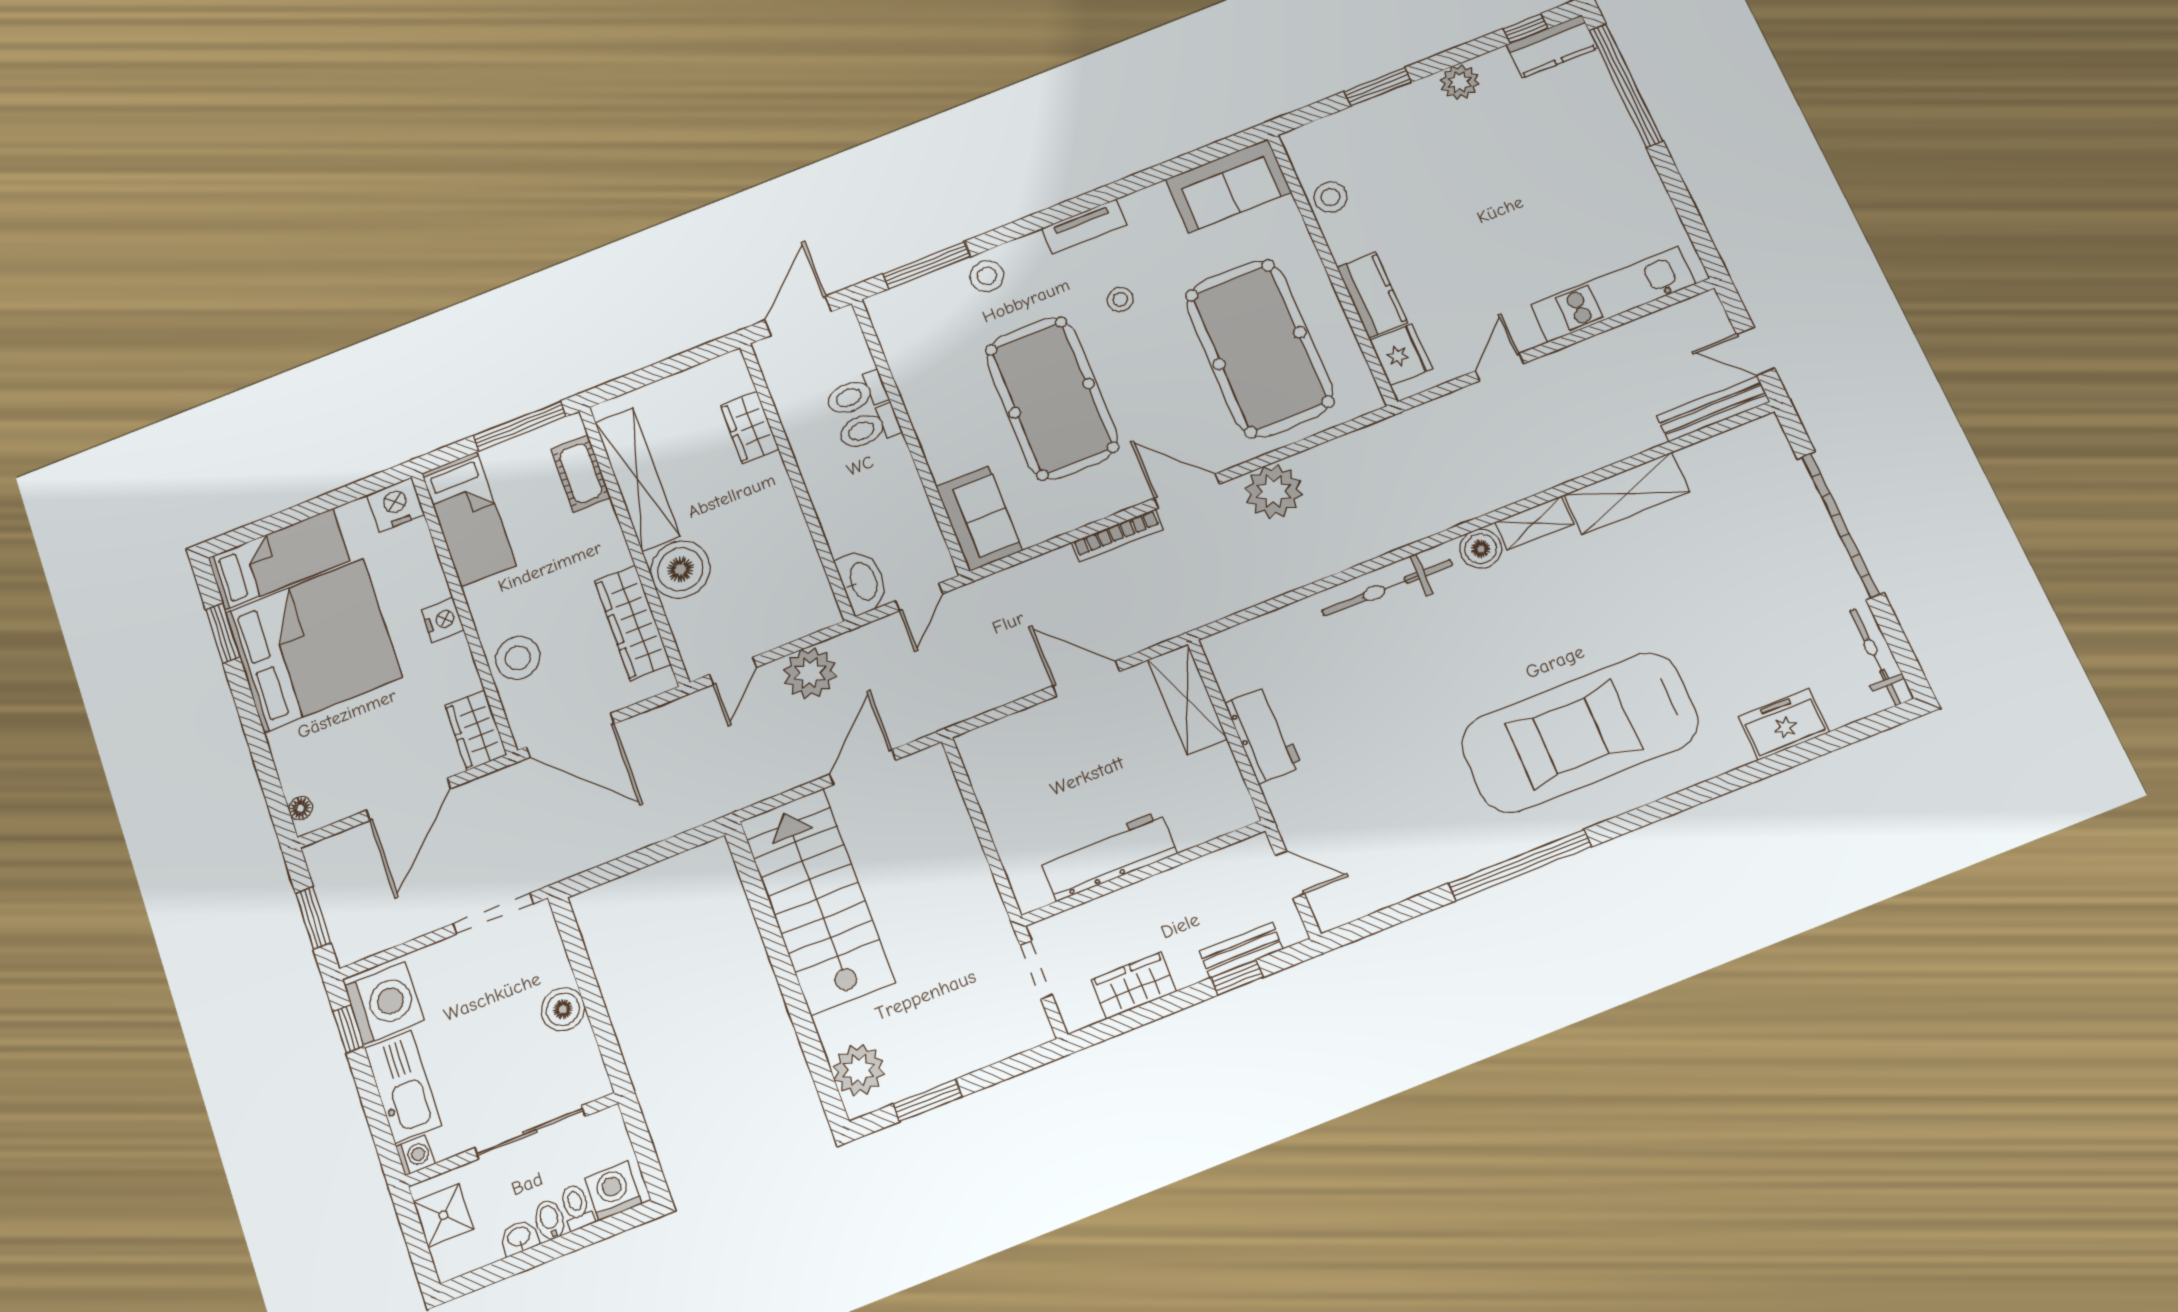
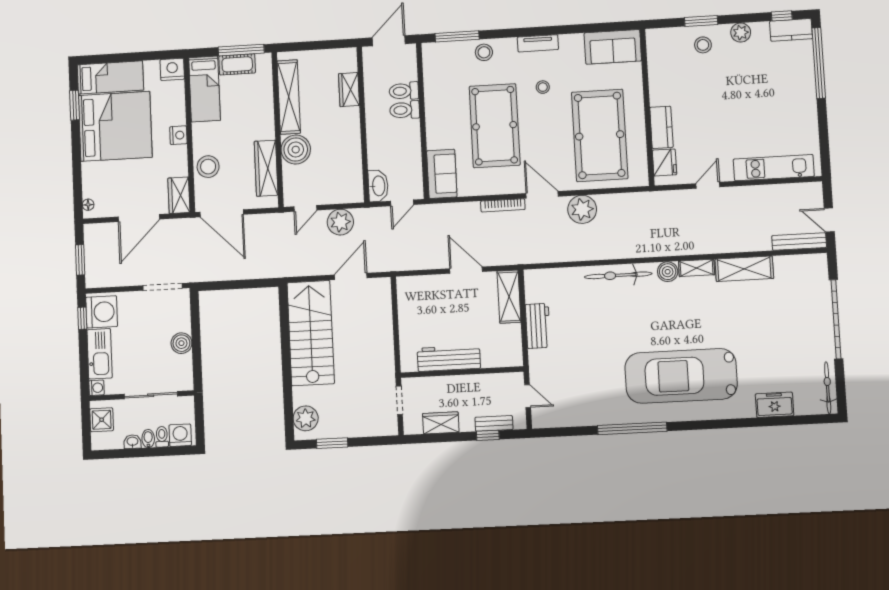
stool: (1330, 197) -> (703, 45), moved
cot: (581, 473) -> (237, 64), moved, turned 90

